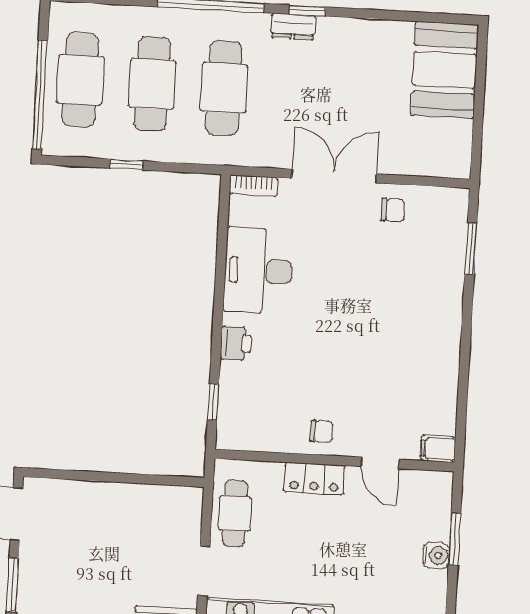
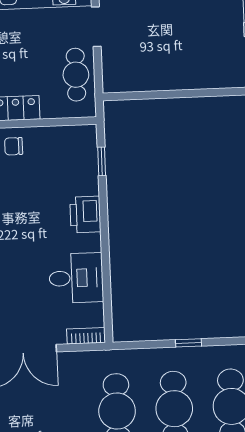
desk: (258, 271) -> (76, 278), width x0.73
printer: (236, 343) -> (85, 214), width x1.36, depth x1.24

